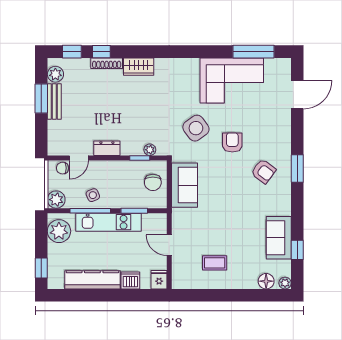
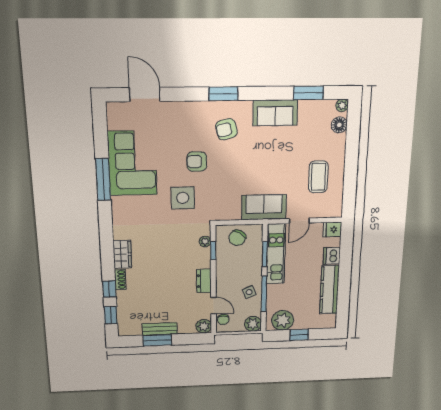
window: (254, 52) -> (103, 179), moved
shoe rack: (107, 63) -> (120, 280), width x0.70
plant: (55, 74) -> (204, 326), moved
side table: (196, 128) -> (183, 198), turned 36
armchair: (263, 171) -> (226, 129), turned -141
chair: (153, 182) -> (237, 238), turned 122
sofa: (184, 185) -> (264, 207), moved
kitchen unit: (109, 222) -> (276, 254), moved
sofa: (279, 238) -> (275, 113), moved
window: (297, 250) -> (308, 93), width x1.50
coffee table: (215, 263) -> (318, 177), width x1.36, depth x1.30
window: (41, 268) -> (299, 335), moved

